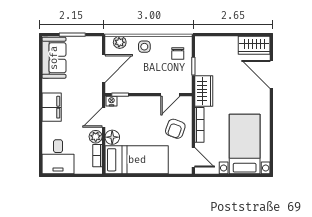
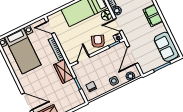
door: (104, 117) -> (118, 25), swing flipped
armchair: (175, 129) -> (98, 41), moved

